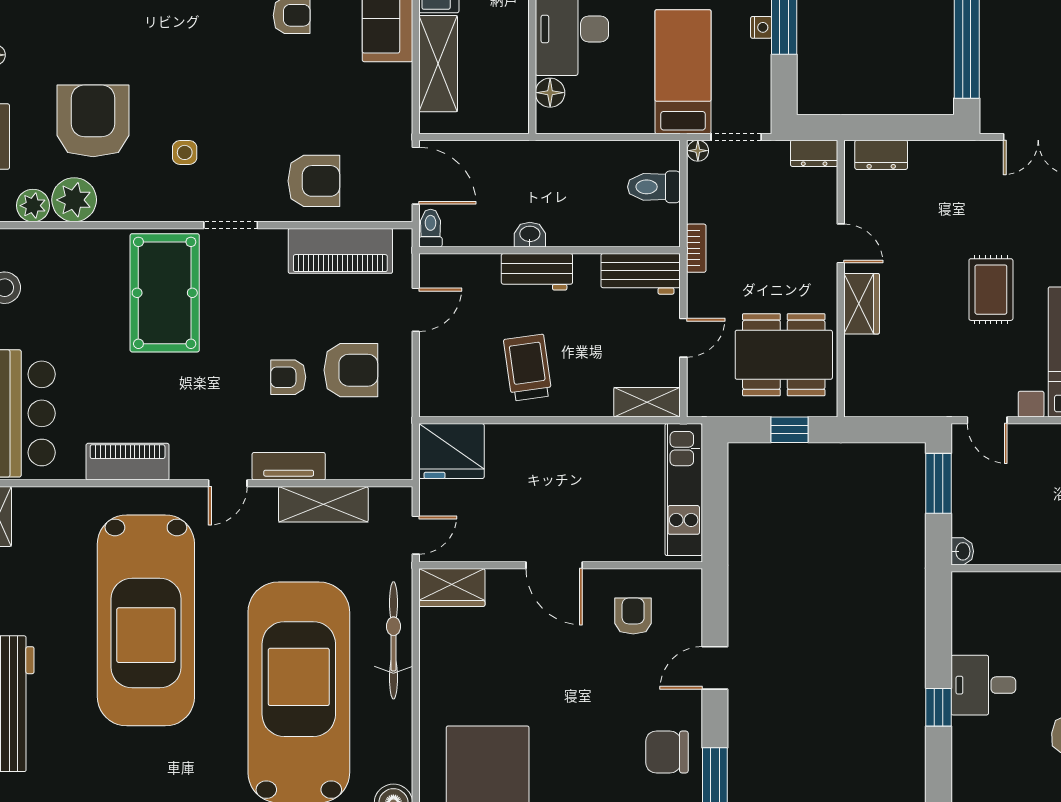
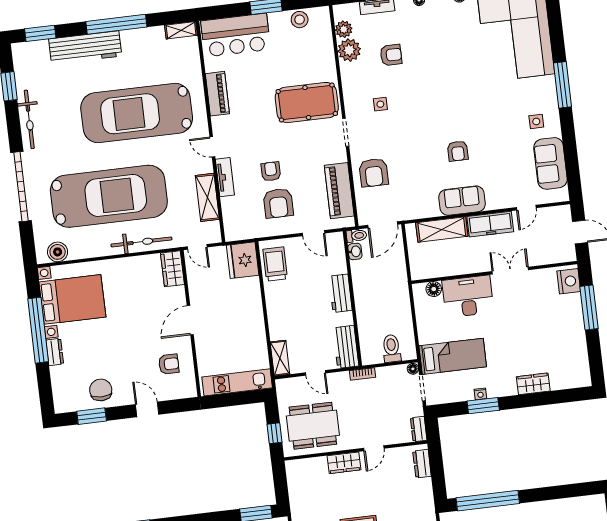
armchair: (93, 121) -> (391, 55), width x0.53, depth x0.53
washbasin: (530, 235) -> (355, 251), moved
dining table: (784, 355) -> (313, 426), turned 90
trolley: (528, 368) -> (275, 264), moved, turned -82

